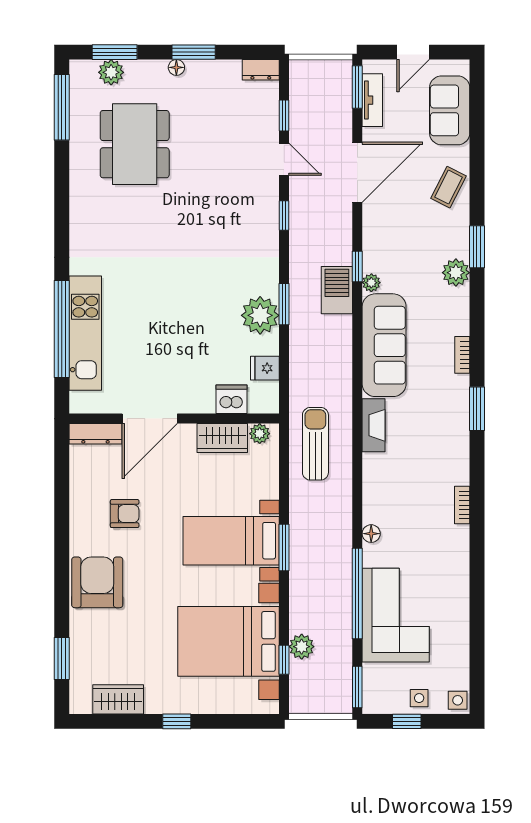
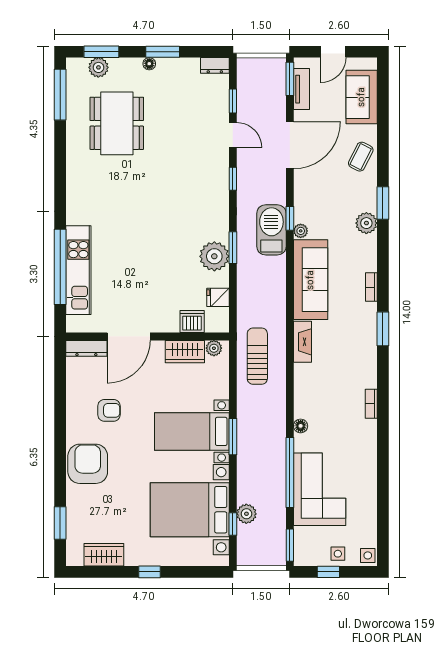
barbecue: (337, 290) -> (271, 230), width x1.37, depth x1.21

